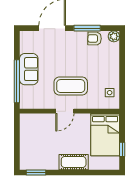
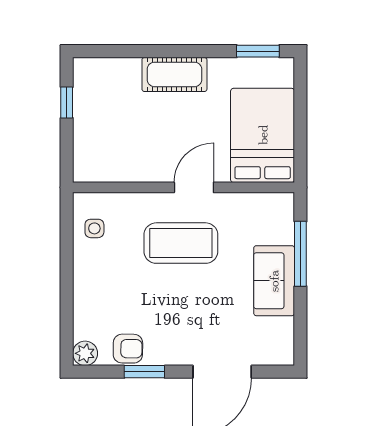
window: (87, 28) -> (144, 372), width x0.69
window: (17, 81) -> (300, 254), width x0.68
bed: (105, 135) -> (263, 135), moved

